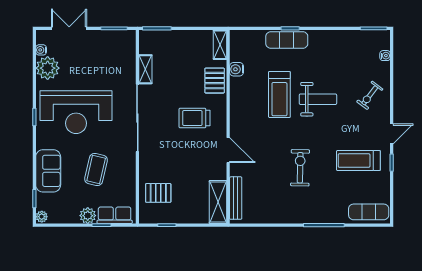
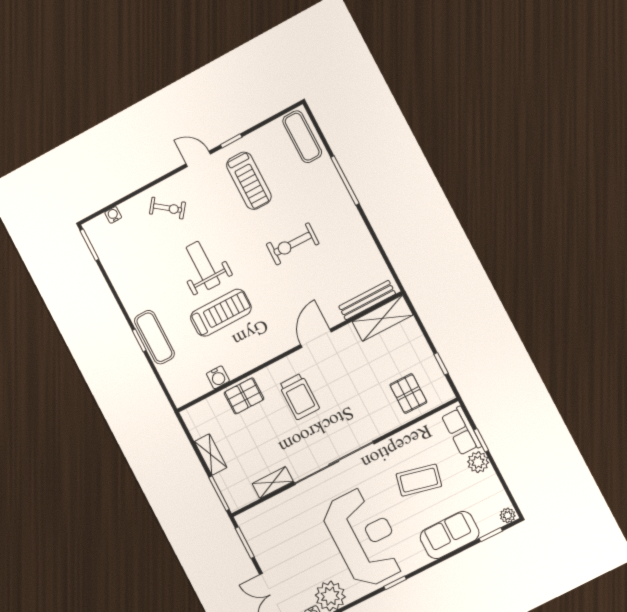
shelving: (220, 45) -> (211, 455), moved, turned 90

